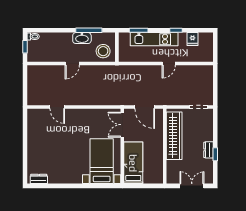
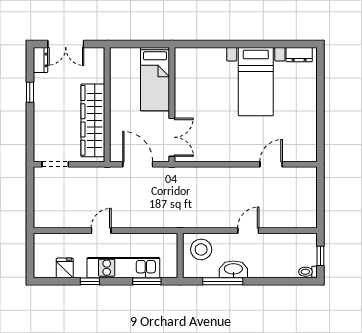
door: (57, 107) -> (271, 164), hinge flipped
dresser: (208, 150) -> (40, 60), moved
bed with nightstands: (102, 161) -> (256, 82), moved

